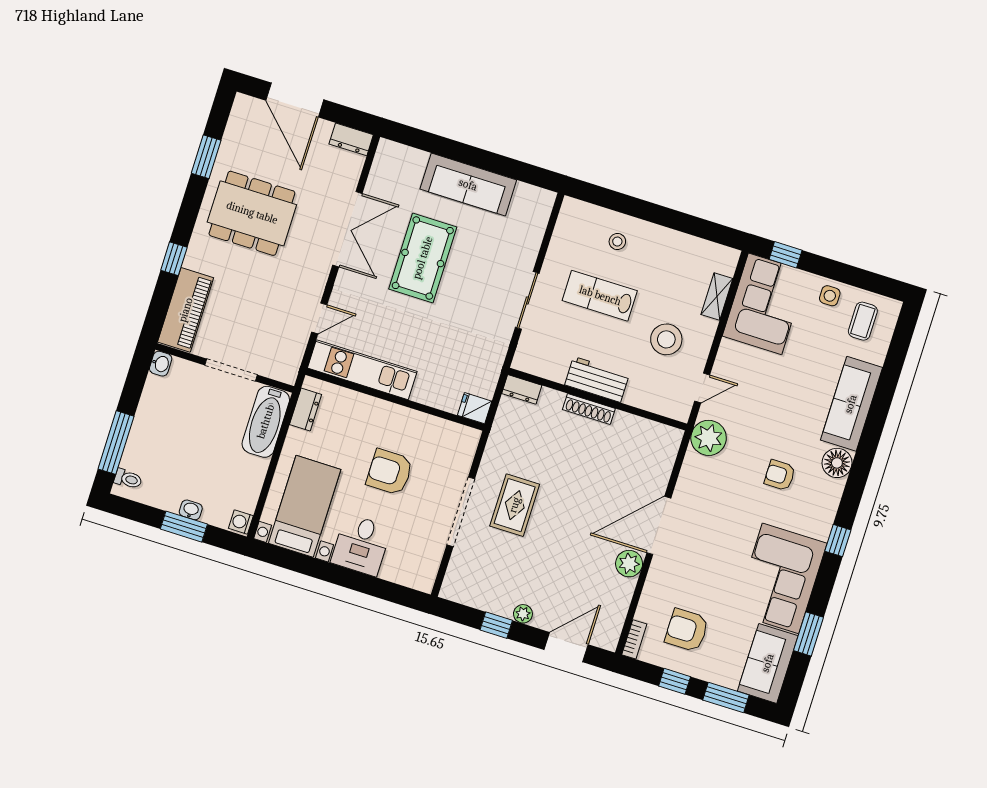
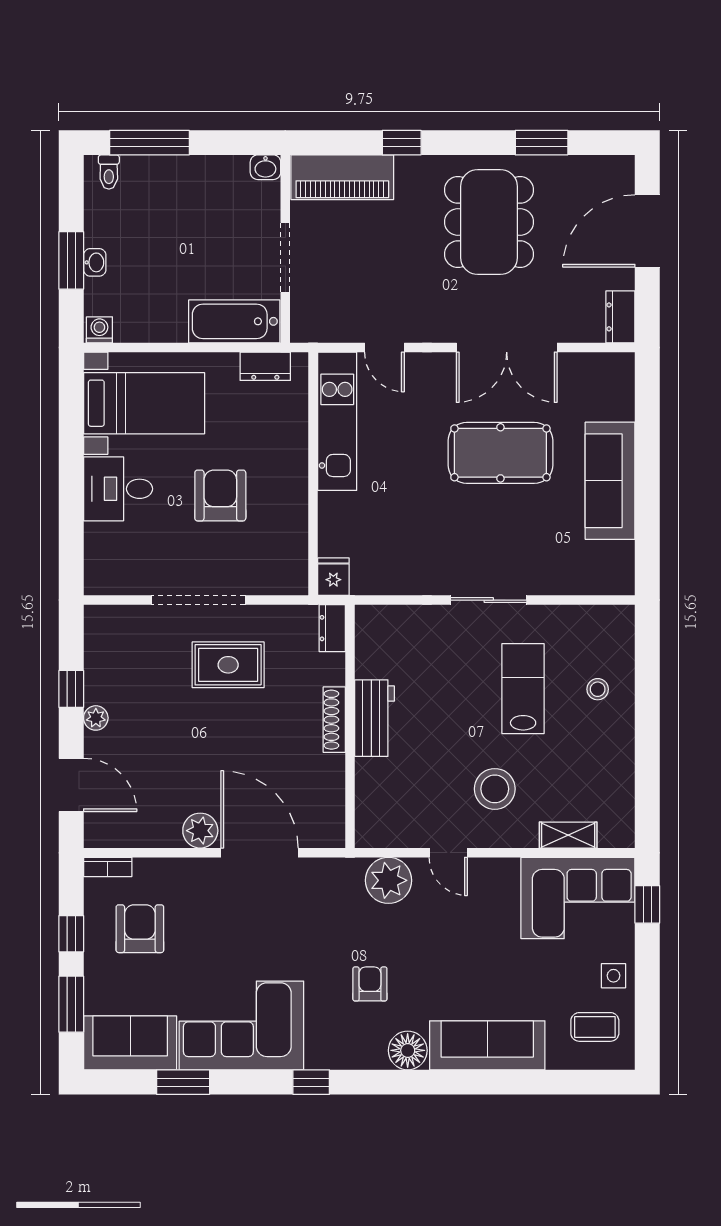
workbench: (597, 379) -> (374, 718), moved
dresser: (522, 389) -> (332, 628), moved
wall: (597, 399) -> (350, 726), moved
shoe rack: (589, 409) -> (334, 720), moved

